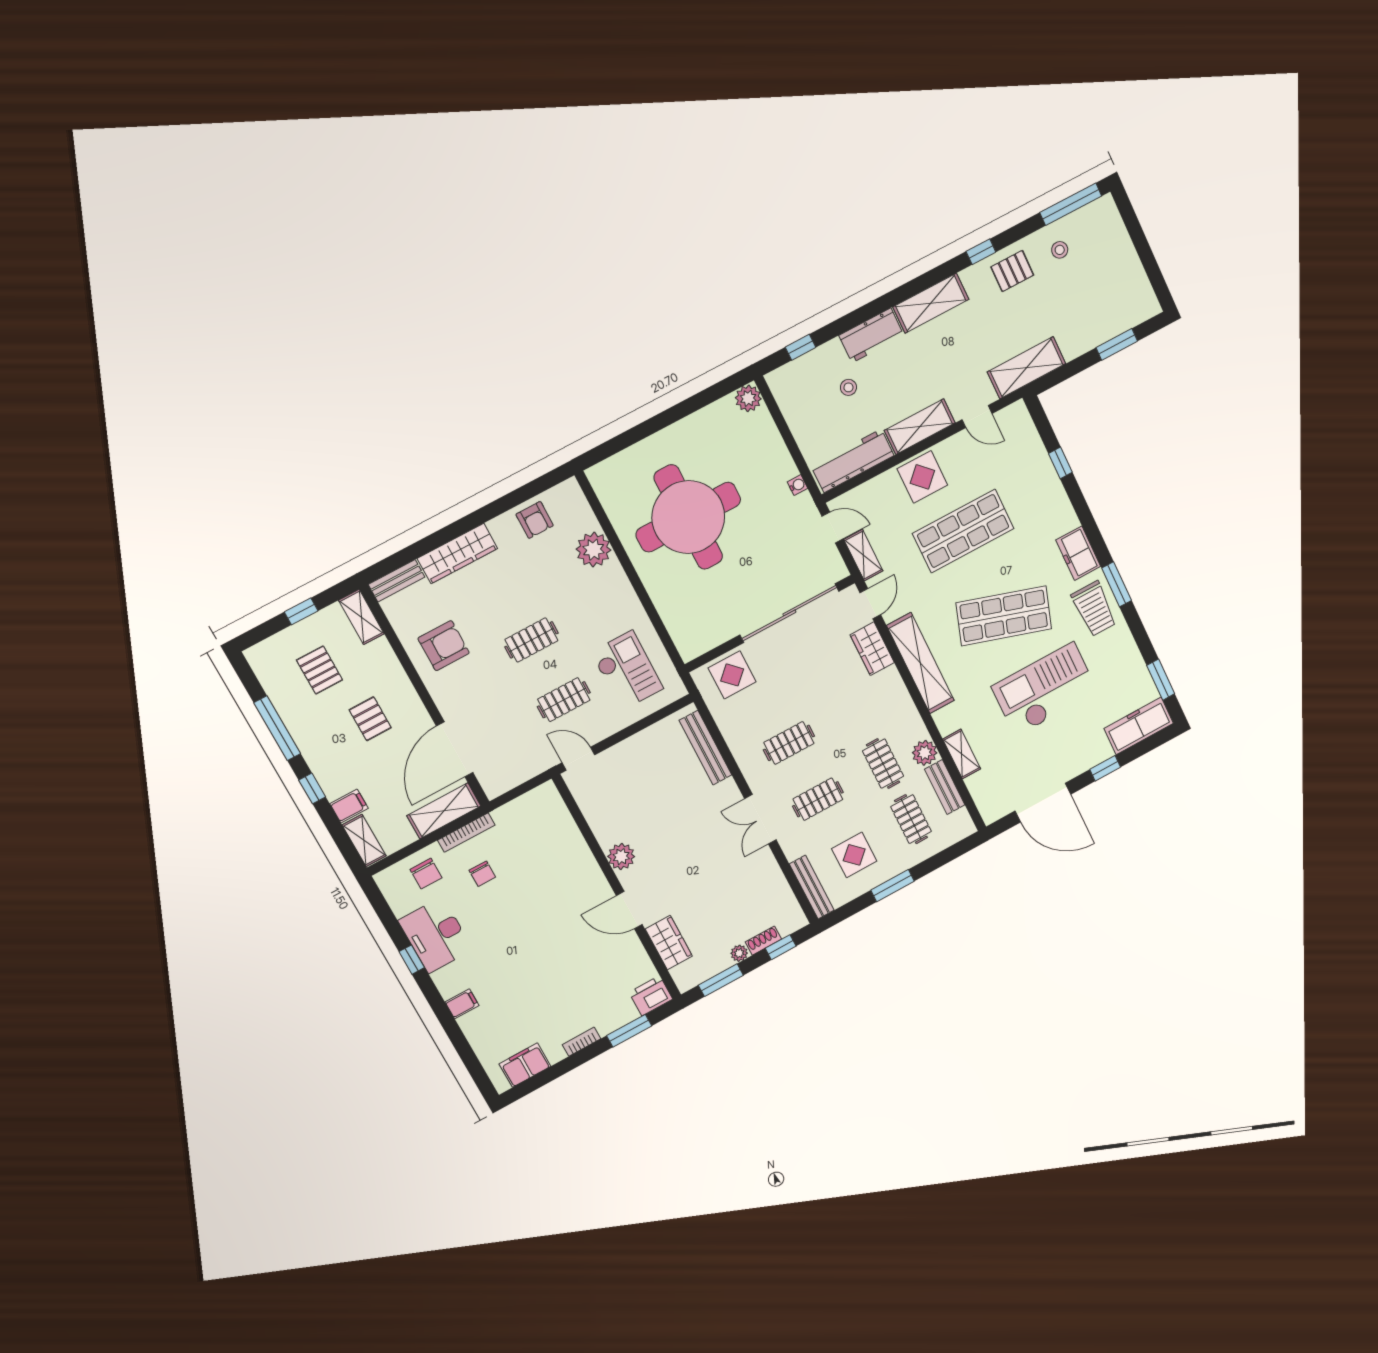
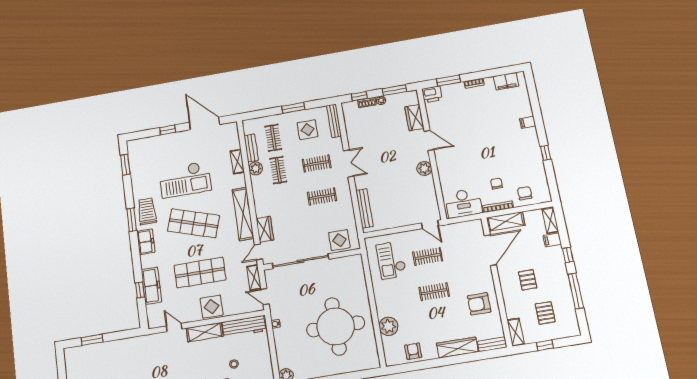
shelving: (1027, 368) -> (141, 344), removed
freezer: (1139, 726) -> (151, 286), moved, turned -90
desk: (436, 935) -> (463, 203), moved, turned 90

